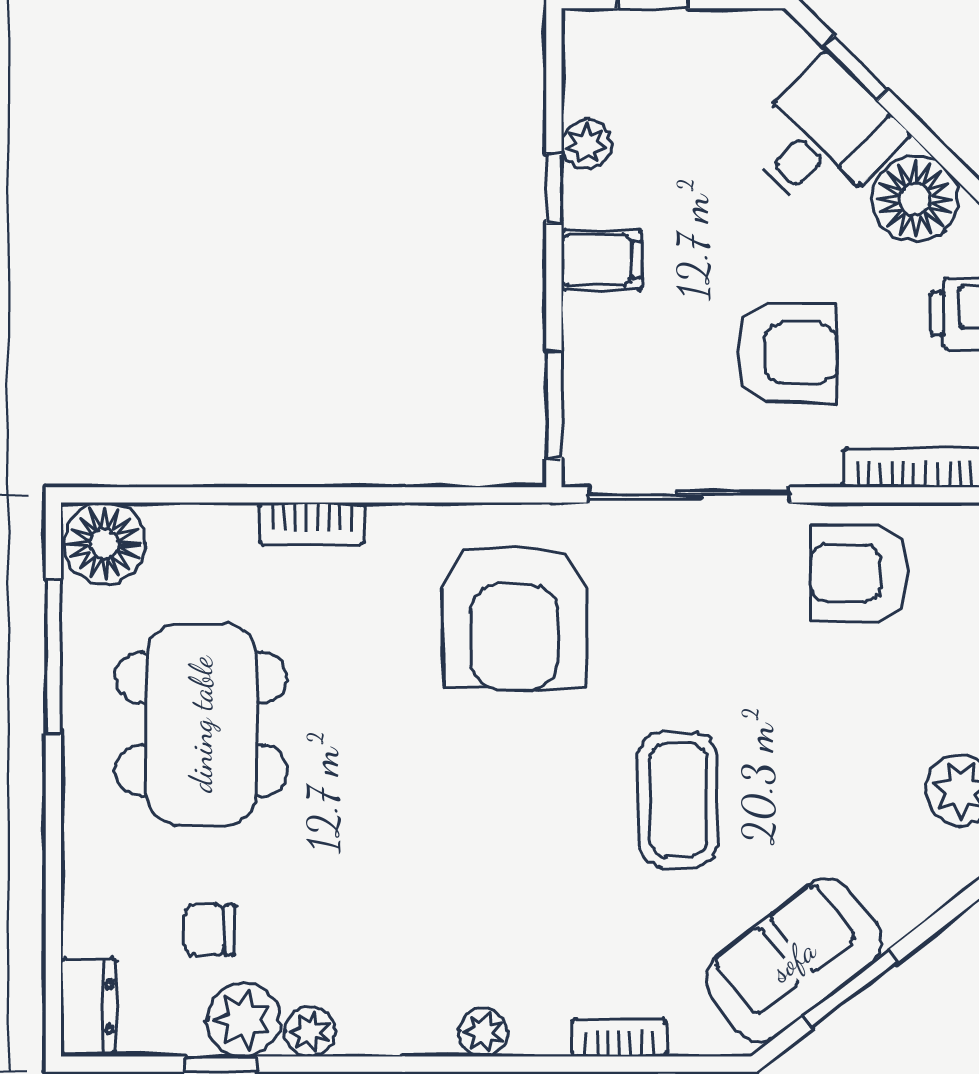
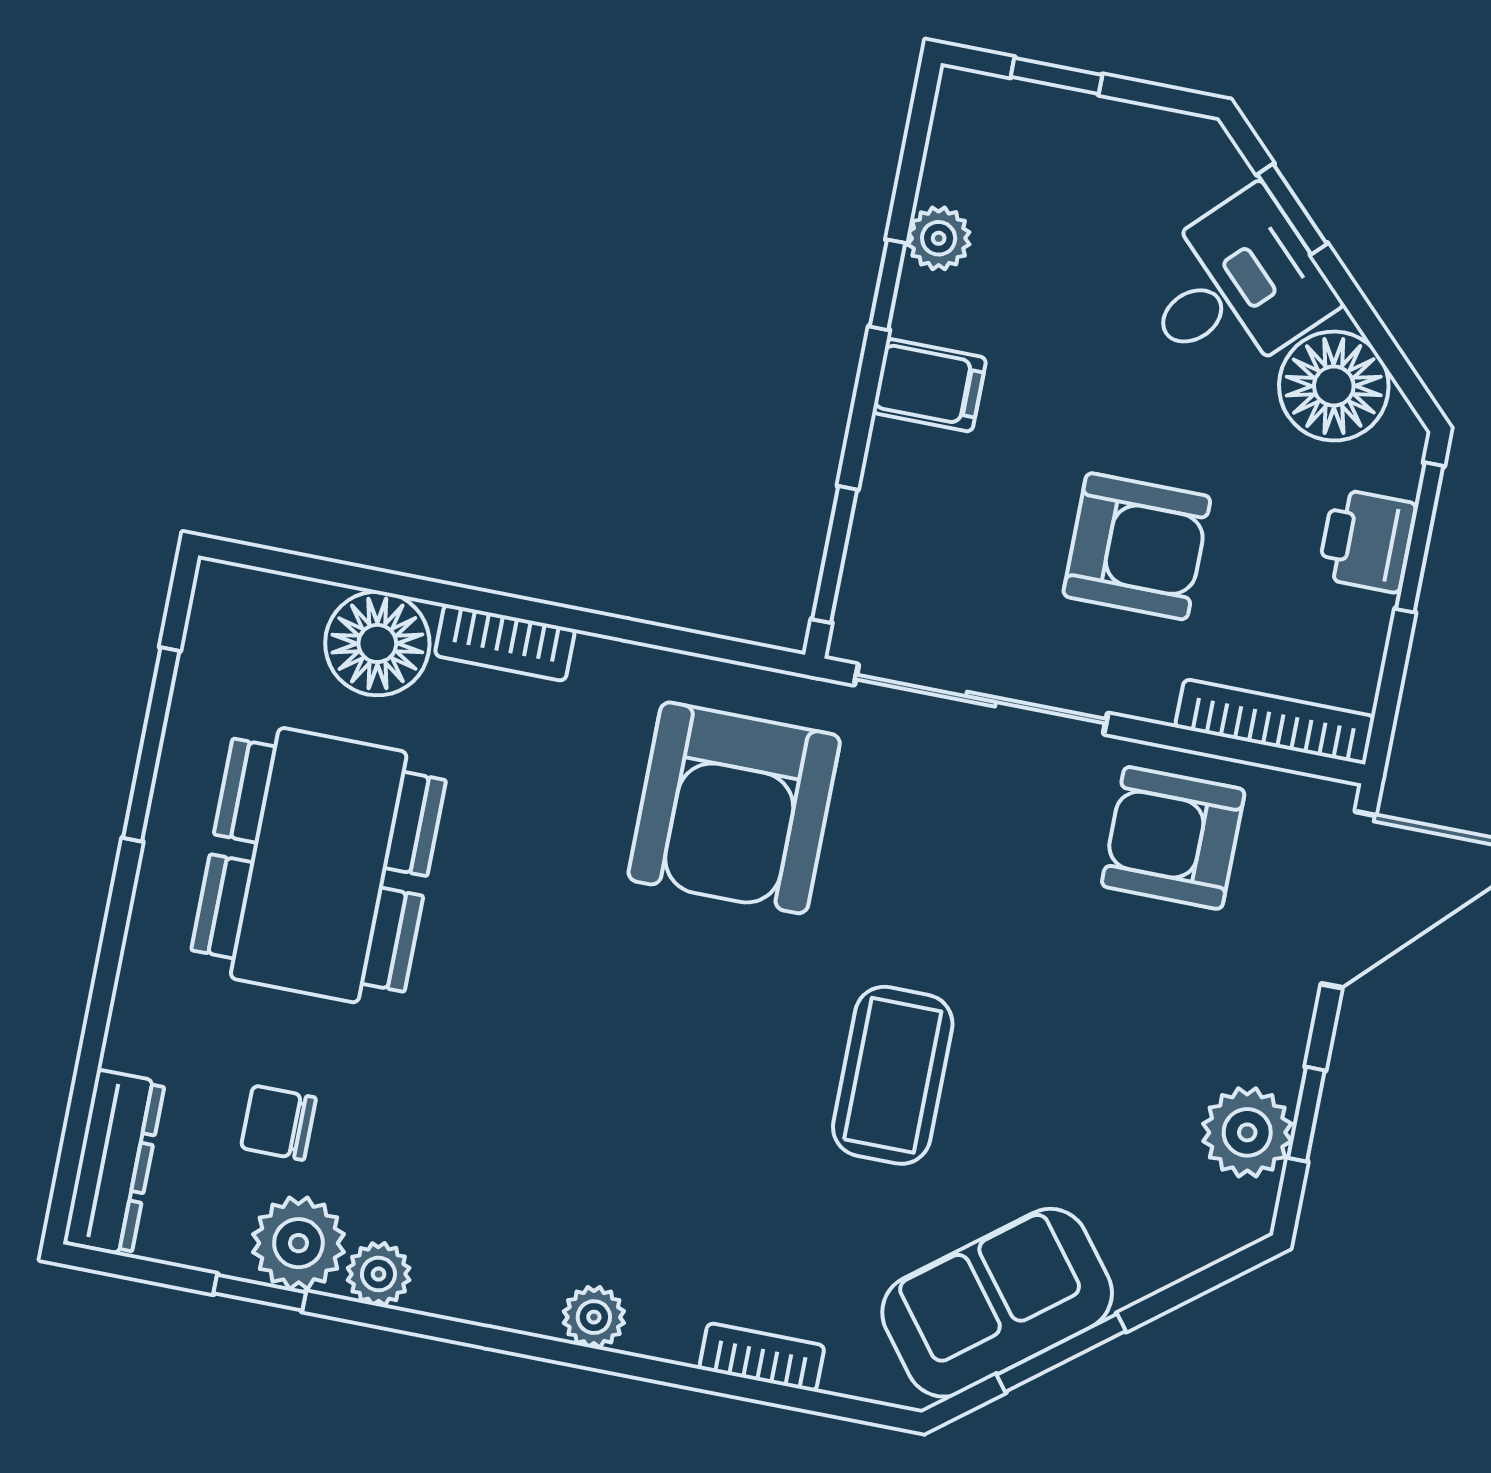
floor lamp: (104, 543) -> (377, 643), moved
dresser: (88, 1007) -> (114, 1163), width x1.44

